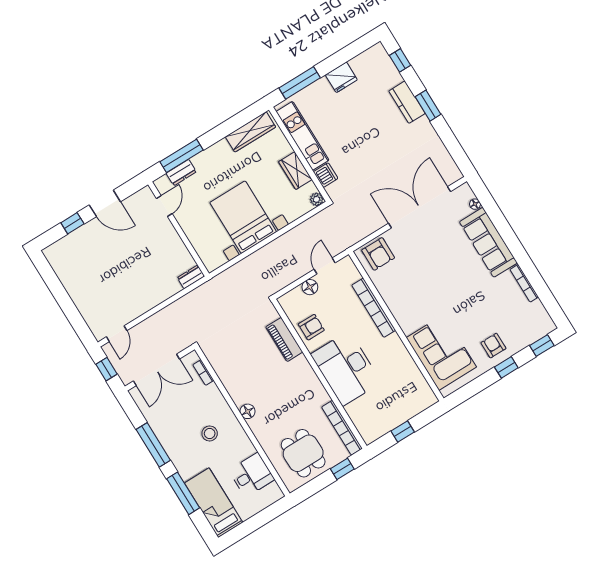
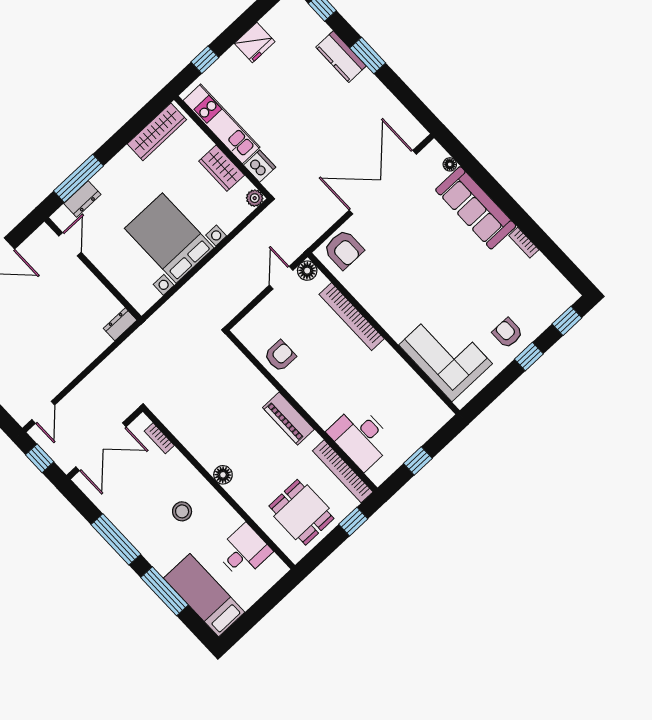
window: (300, 83) -> (205, 60), width x0.46
bookcase: (524, 283) -> (524, 243), width x0.64
floor lamp: (310, 287) -> (307, 271), moved
piano: (284, 339) -> (288, 419), moved
desk: (346, 368) -> (361, 437), moved, width x0.73, depth x0.77

